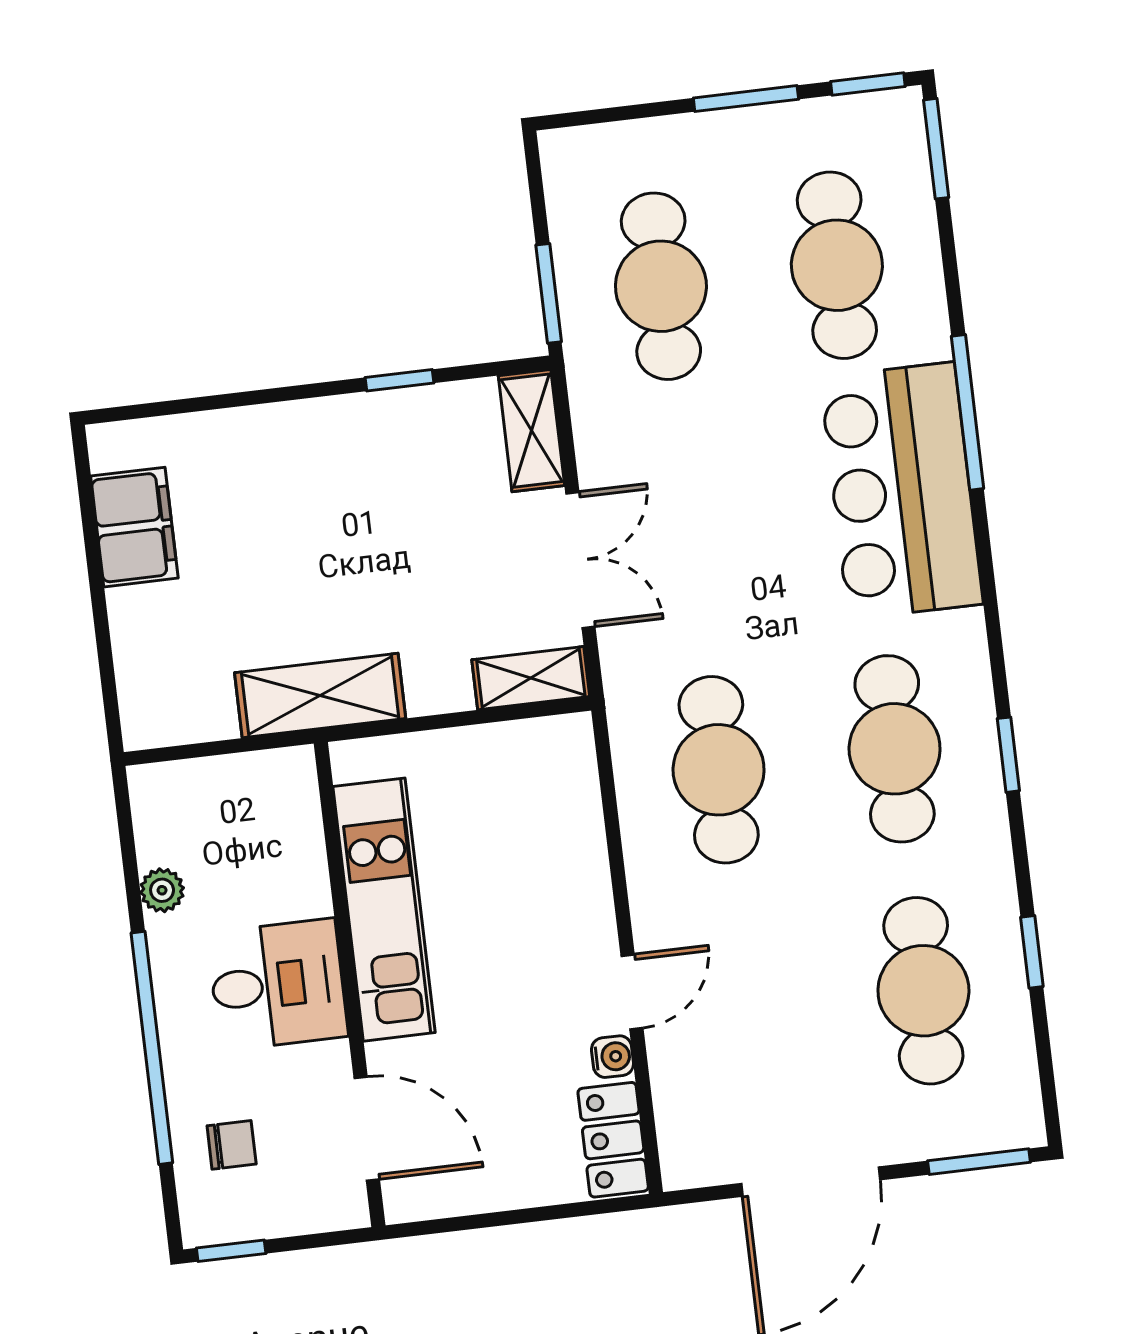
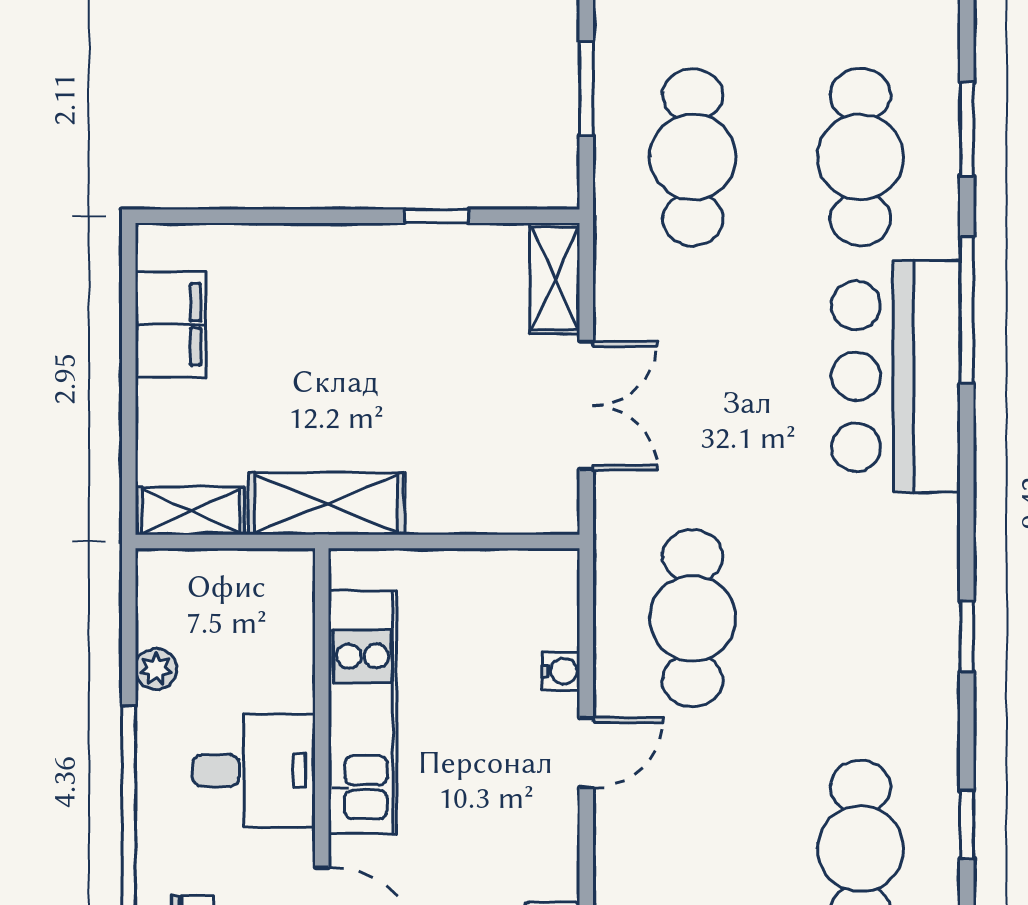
window: (936, 149) -> (967, 129), moved
window: (549, 293) -> (586, 89), moved
shelving: (531, 678) -> (191, 511), moved
cafe table: (895, 749) -> (860, 618), removed
door: (632, 992) -> (586, 753), moved
water cooler: (612, 1057) -> (561, 671), moved

